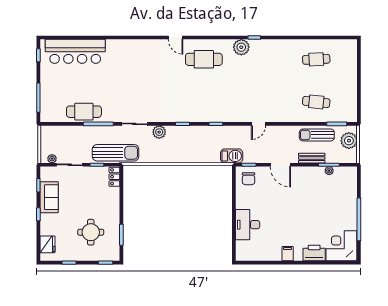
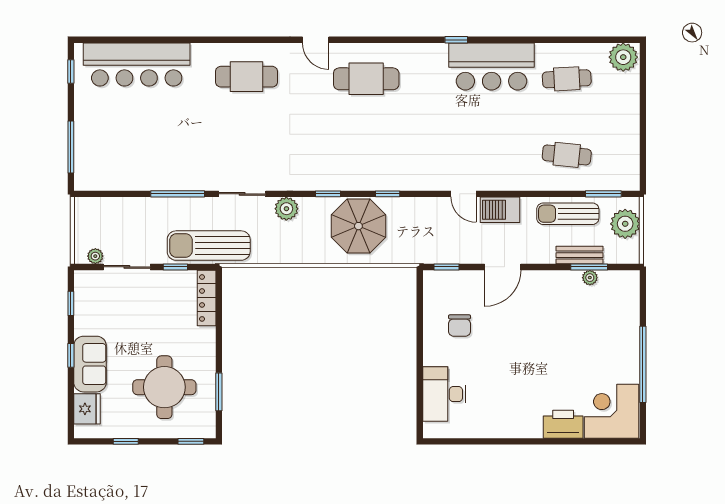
plant: (241, 47) -> (623, 57), moved
bar counter: (274, 52) -> (492, 66), added
cafe table: (84, 112) -> (247, 77), moved
door: (258, 124) -> (464, 194), hinge flipped
parasol: (200, 142) -> (358, 226), added
sun lounger: (116, 153) -> (209, 246), turned 180
barbecue: (232, 156) -> (500, 210), moved, turned 180
bench: (312, 158) -> (579, 255), moved
door: (280, 165) -> (503, 267), hinge flipped
locker: (114, 177) -> (207, 298), width x1.53
chair: (249, 179) -> (460, 326), moved
sofa: (49, 197) -> (90, 364), moved
desk: (248, 225) -> (444, 394), moved
round table: (91, 232) -> (164, 387), width x1.36, depth x1.36
filing cabinet: (288, 254) -> (516, 425), removed

